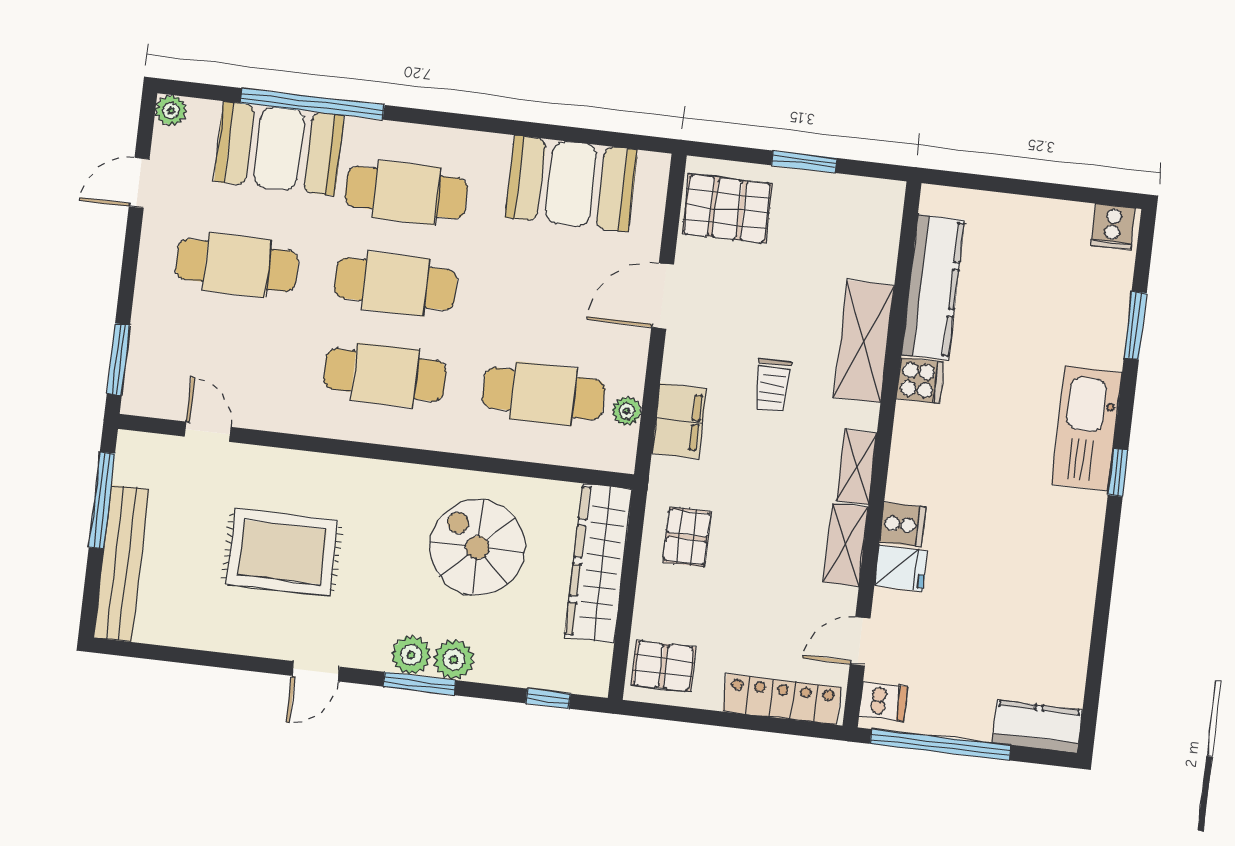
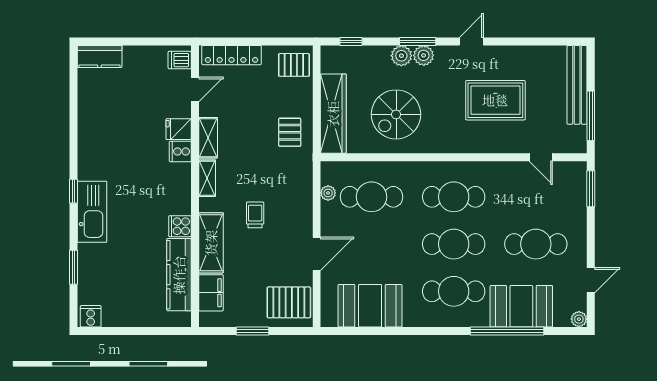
filing cabinet: (679, 421) -> (211, 293), moved, turned 180
spiral stairs: (478, 547) -> (396, 114), turned 90
window: (940, 745) -> (148, 41), removed

